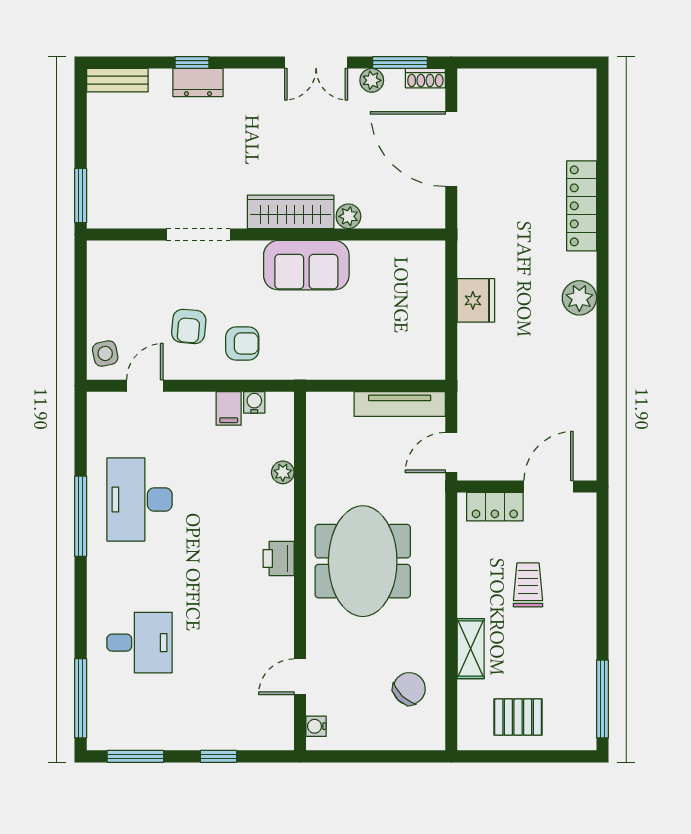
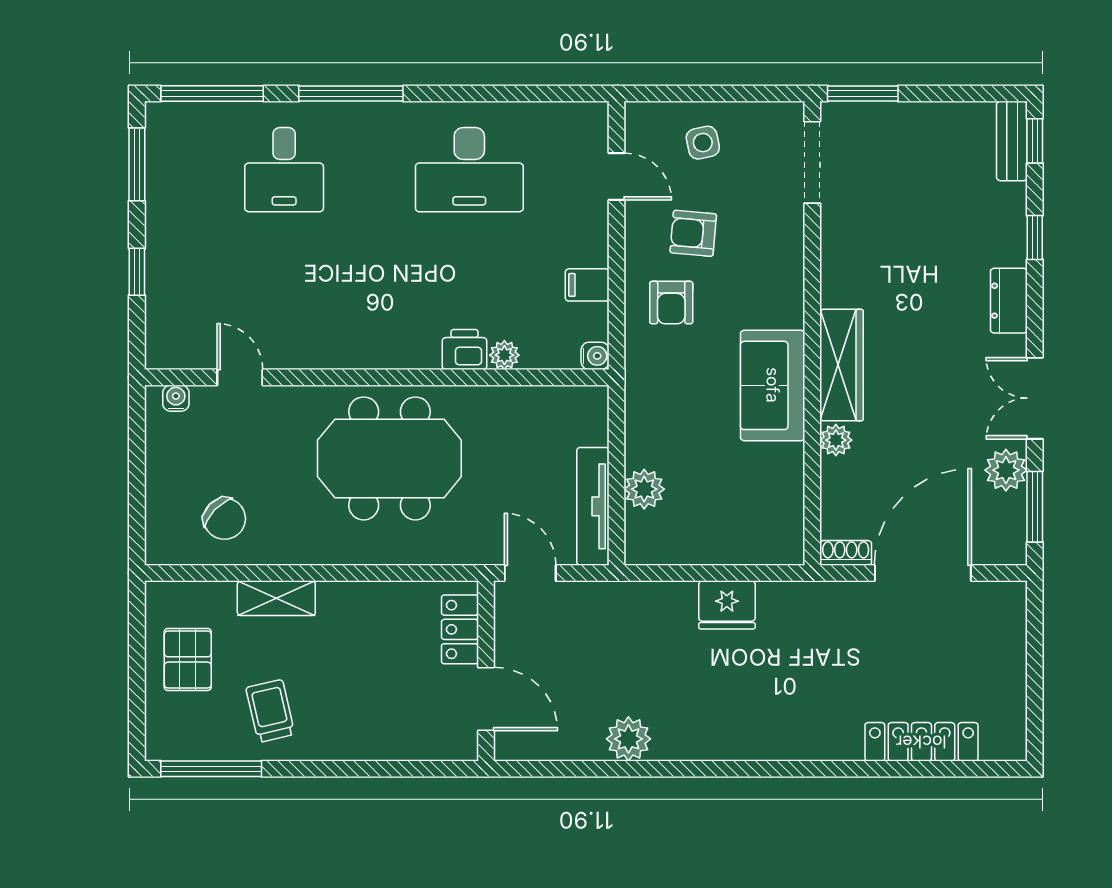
window: (117, 63) -> (1035, 141), added
shoe rack: (425, 78) -> (846, 553), moved, turned 90
plant: (372, 80) -> (1006, 470), width x1.38, depth x1.38
dresser: (198, 83) -> (1009, 301), moved
locker: (582, 206) -> (921, 742), moved
doorway: (198, 235) -> (812, 162), moved
plant: (579, 298) -> (628, 739), moved
side table: (105, 353) -> (703, 143), moved
plant: (386, 364) -> (644, 489), added
water cooler: (254, 402) -> (595, 356), moved
desk: (140, 500) -> (469, 170), turned 180
window: (81, 516) -> (351, 93), moved
printer: (279, 558) -> (465, 350), moved
trolley: (528, 585) -> (270, 711), moved, turned -103

